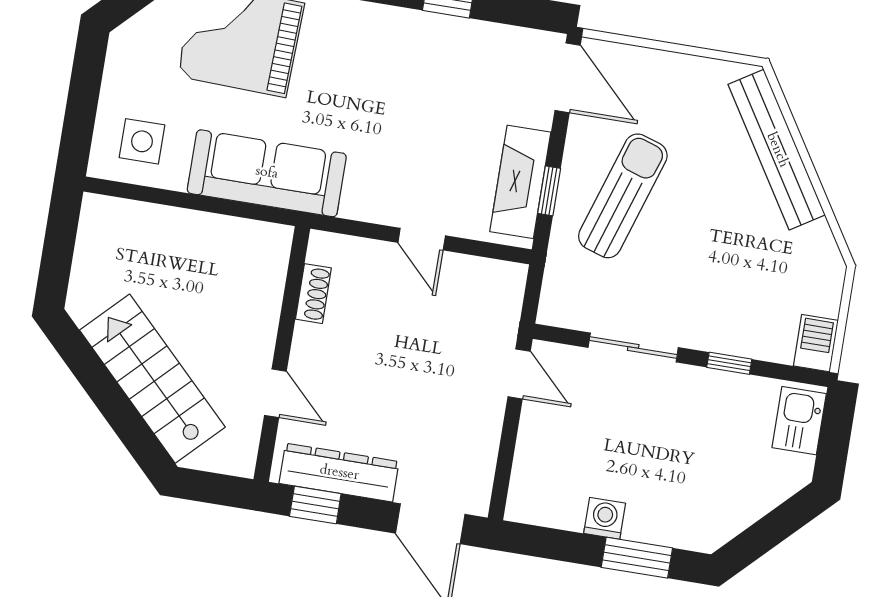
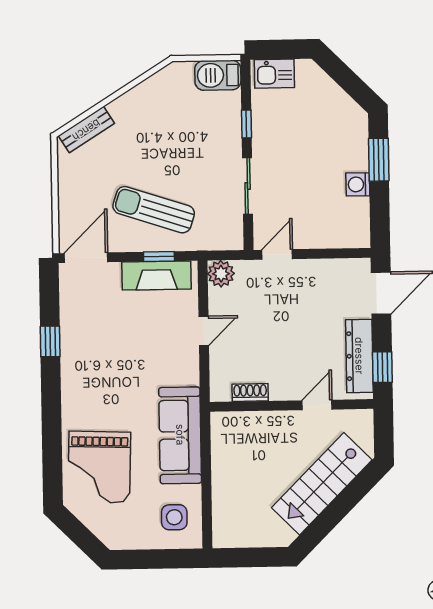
bench: (777, 150) -> (86, 130), width x0.54, depth x0.82
plant: (505, 282) -> (221, 274), added
barbecue: (816, 343) -> (218, 75), width x1.38, depth x1.27

